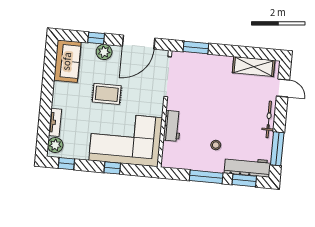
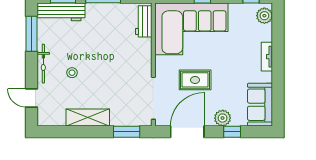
shelving: (254, 67) -> (88, 118), moved
rug: (107, 94) -> (195, 80), moved
tv unit: (55, 122) -> (267, 57), moved
workbench: (172, 126) -> (144, 21), moved
stool: (216, 145) -> (72, 73), moved

